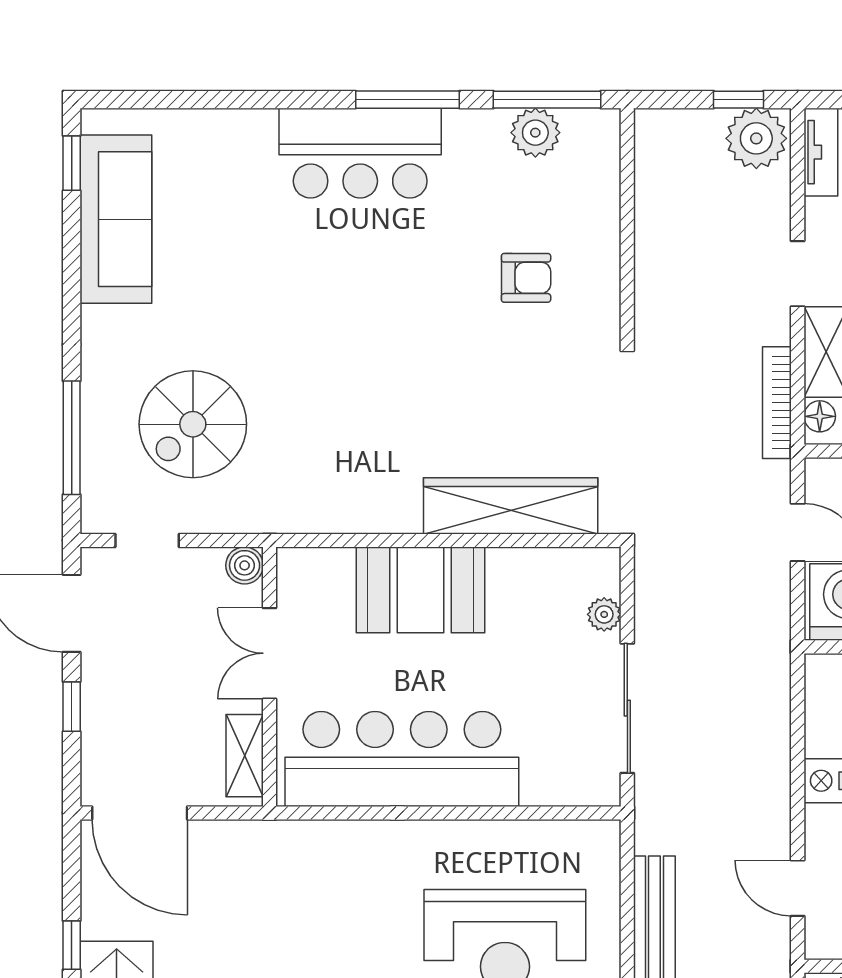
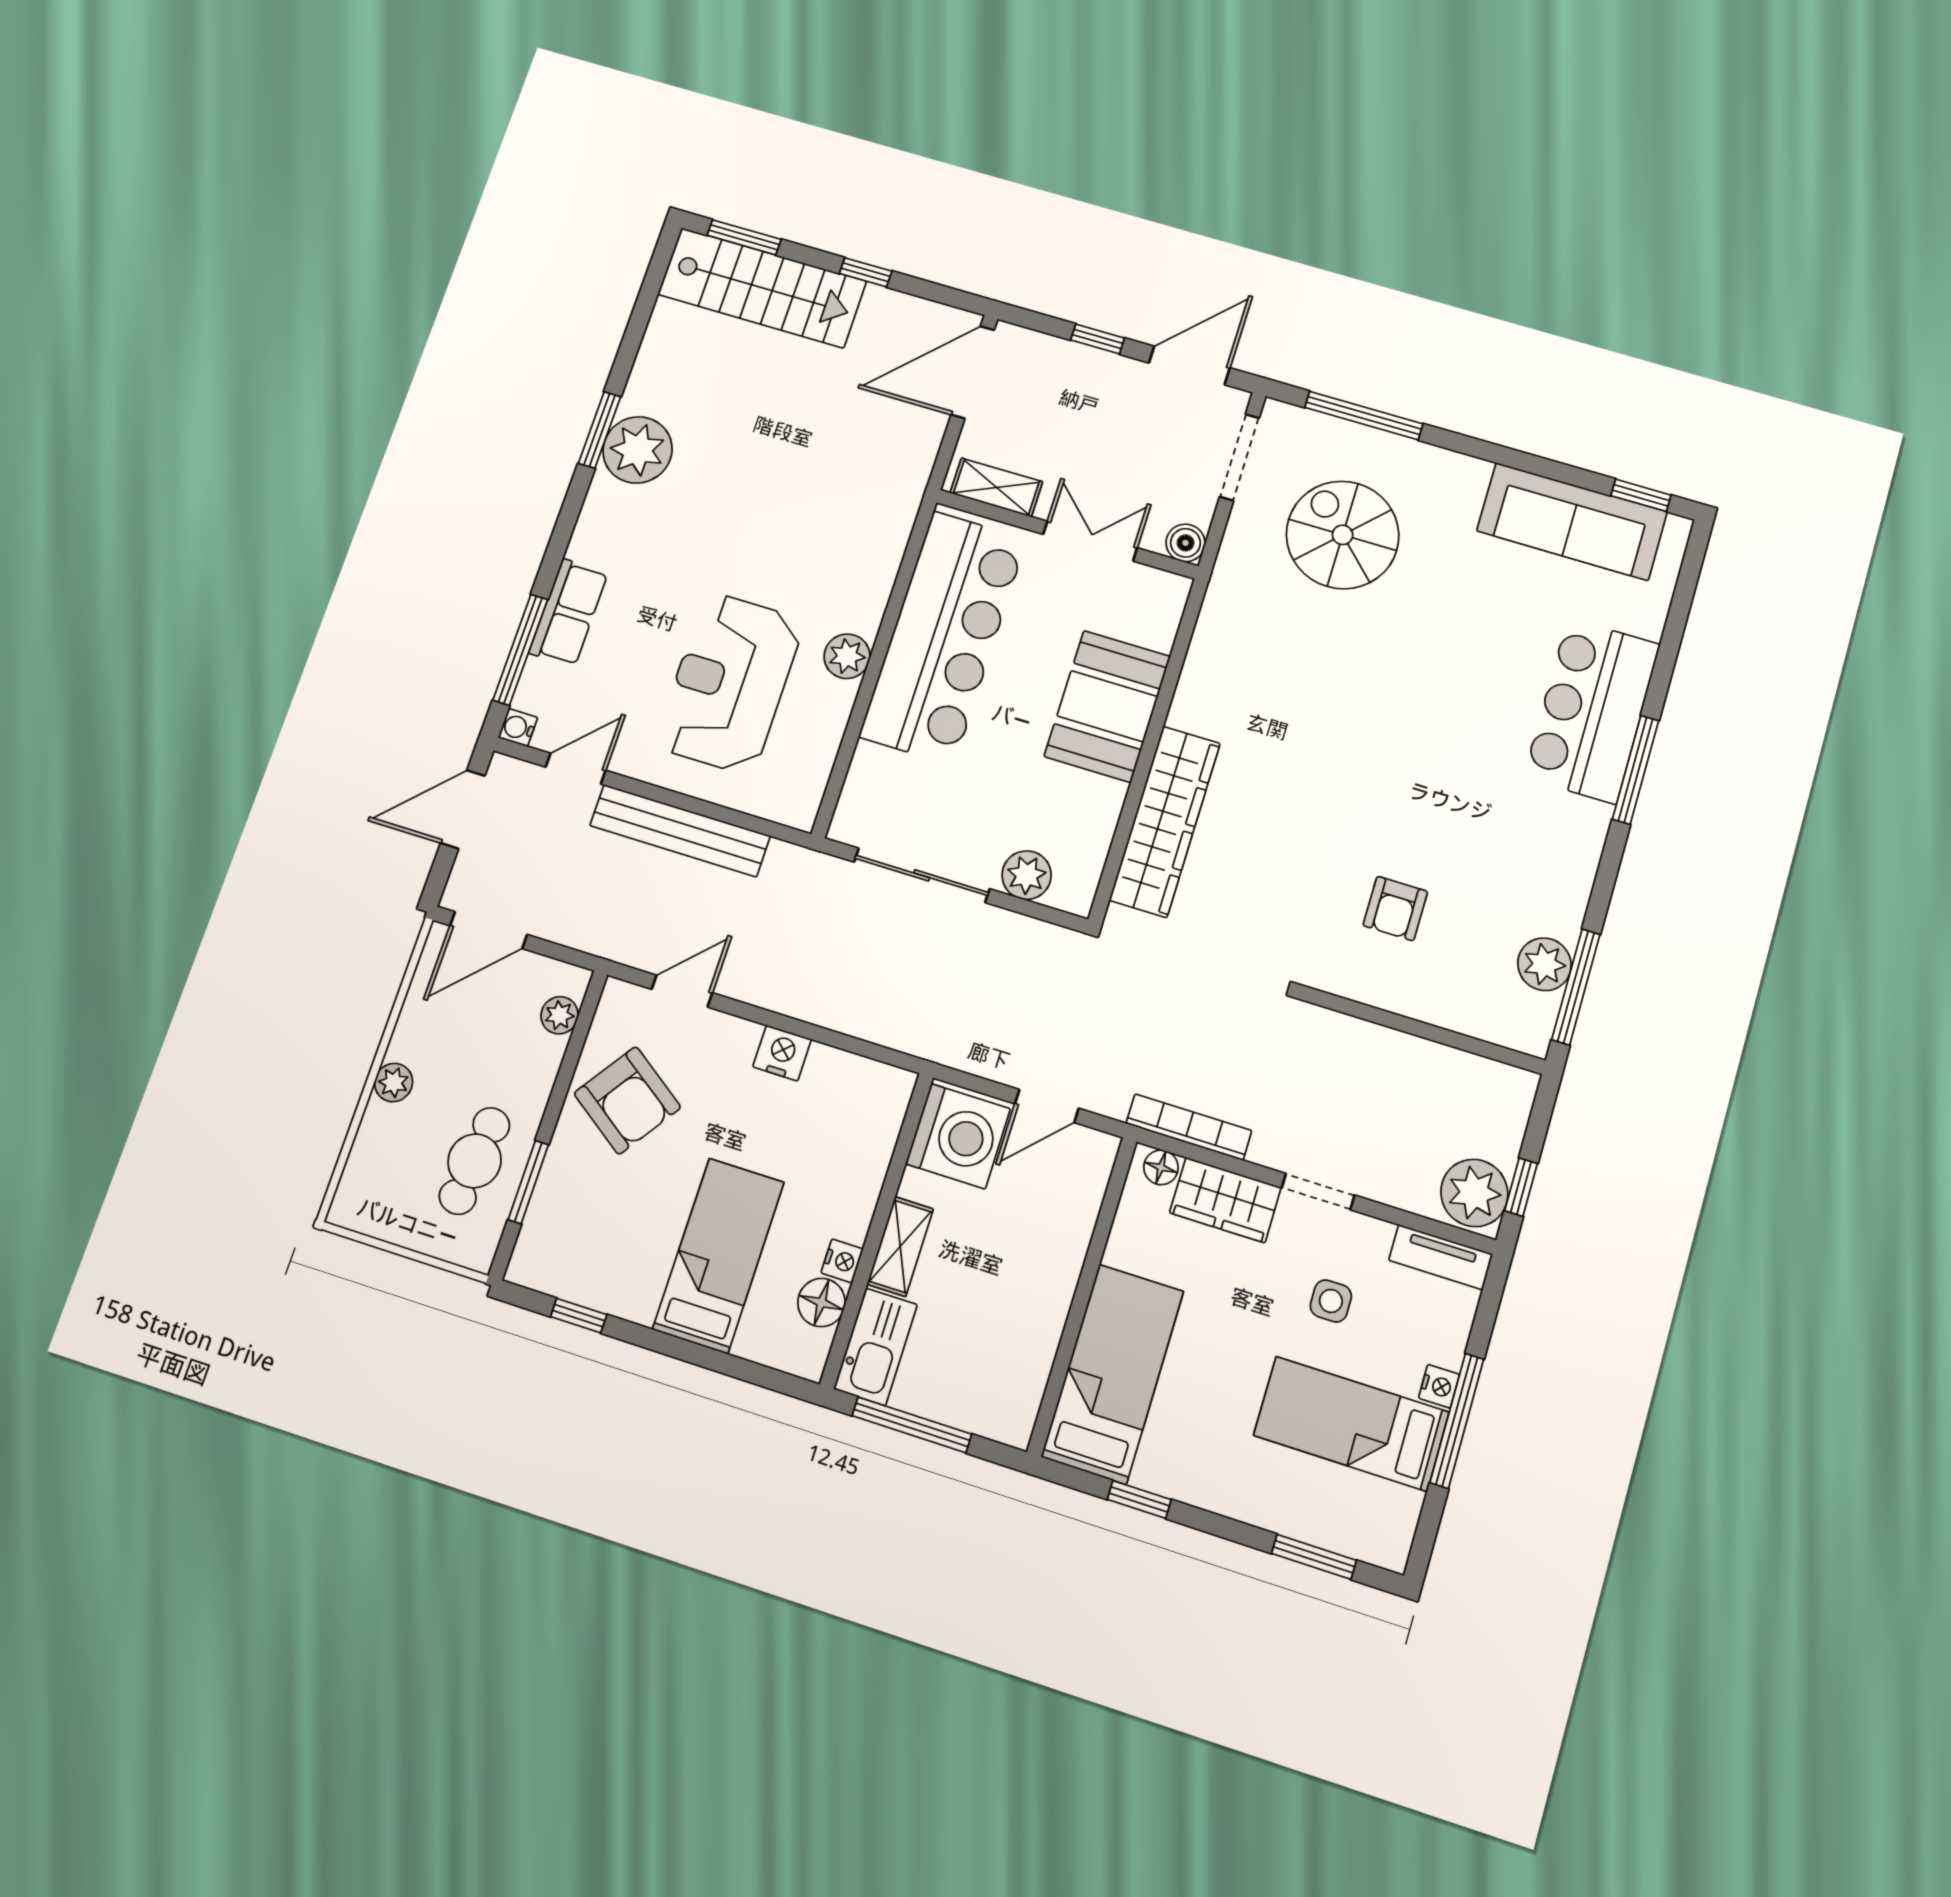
window: (407, 100) -> (1636, 770), moved
bar counter: (360, 153) -> (1592, 710), moved
doorway: (147, 540) -> (1239, 457), width x1.38
plant: (604, 614) -> (1027, 875), width x1.38, depth x1.38
plant: (447, 841) -> (847, 656), added

